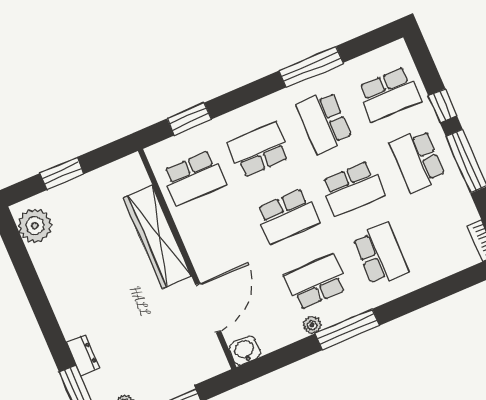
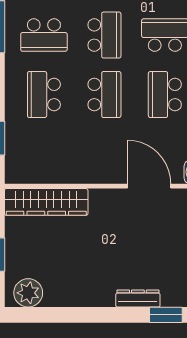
school desk: (194, 178) -> (44, 154), removed
wardrobe: (157, 237) -> (46, 202), moved
dresser: (83, 356) -> (138, 298), width x1.44

